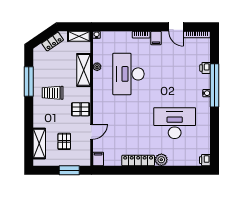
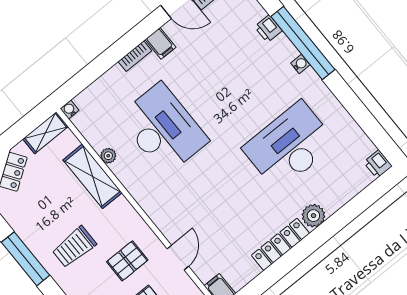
desk: (128, 74) -> (163, 129), turned 180
pallet: (81, 109) -> (127, 261), moved

